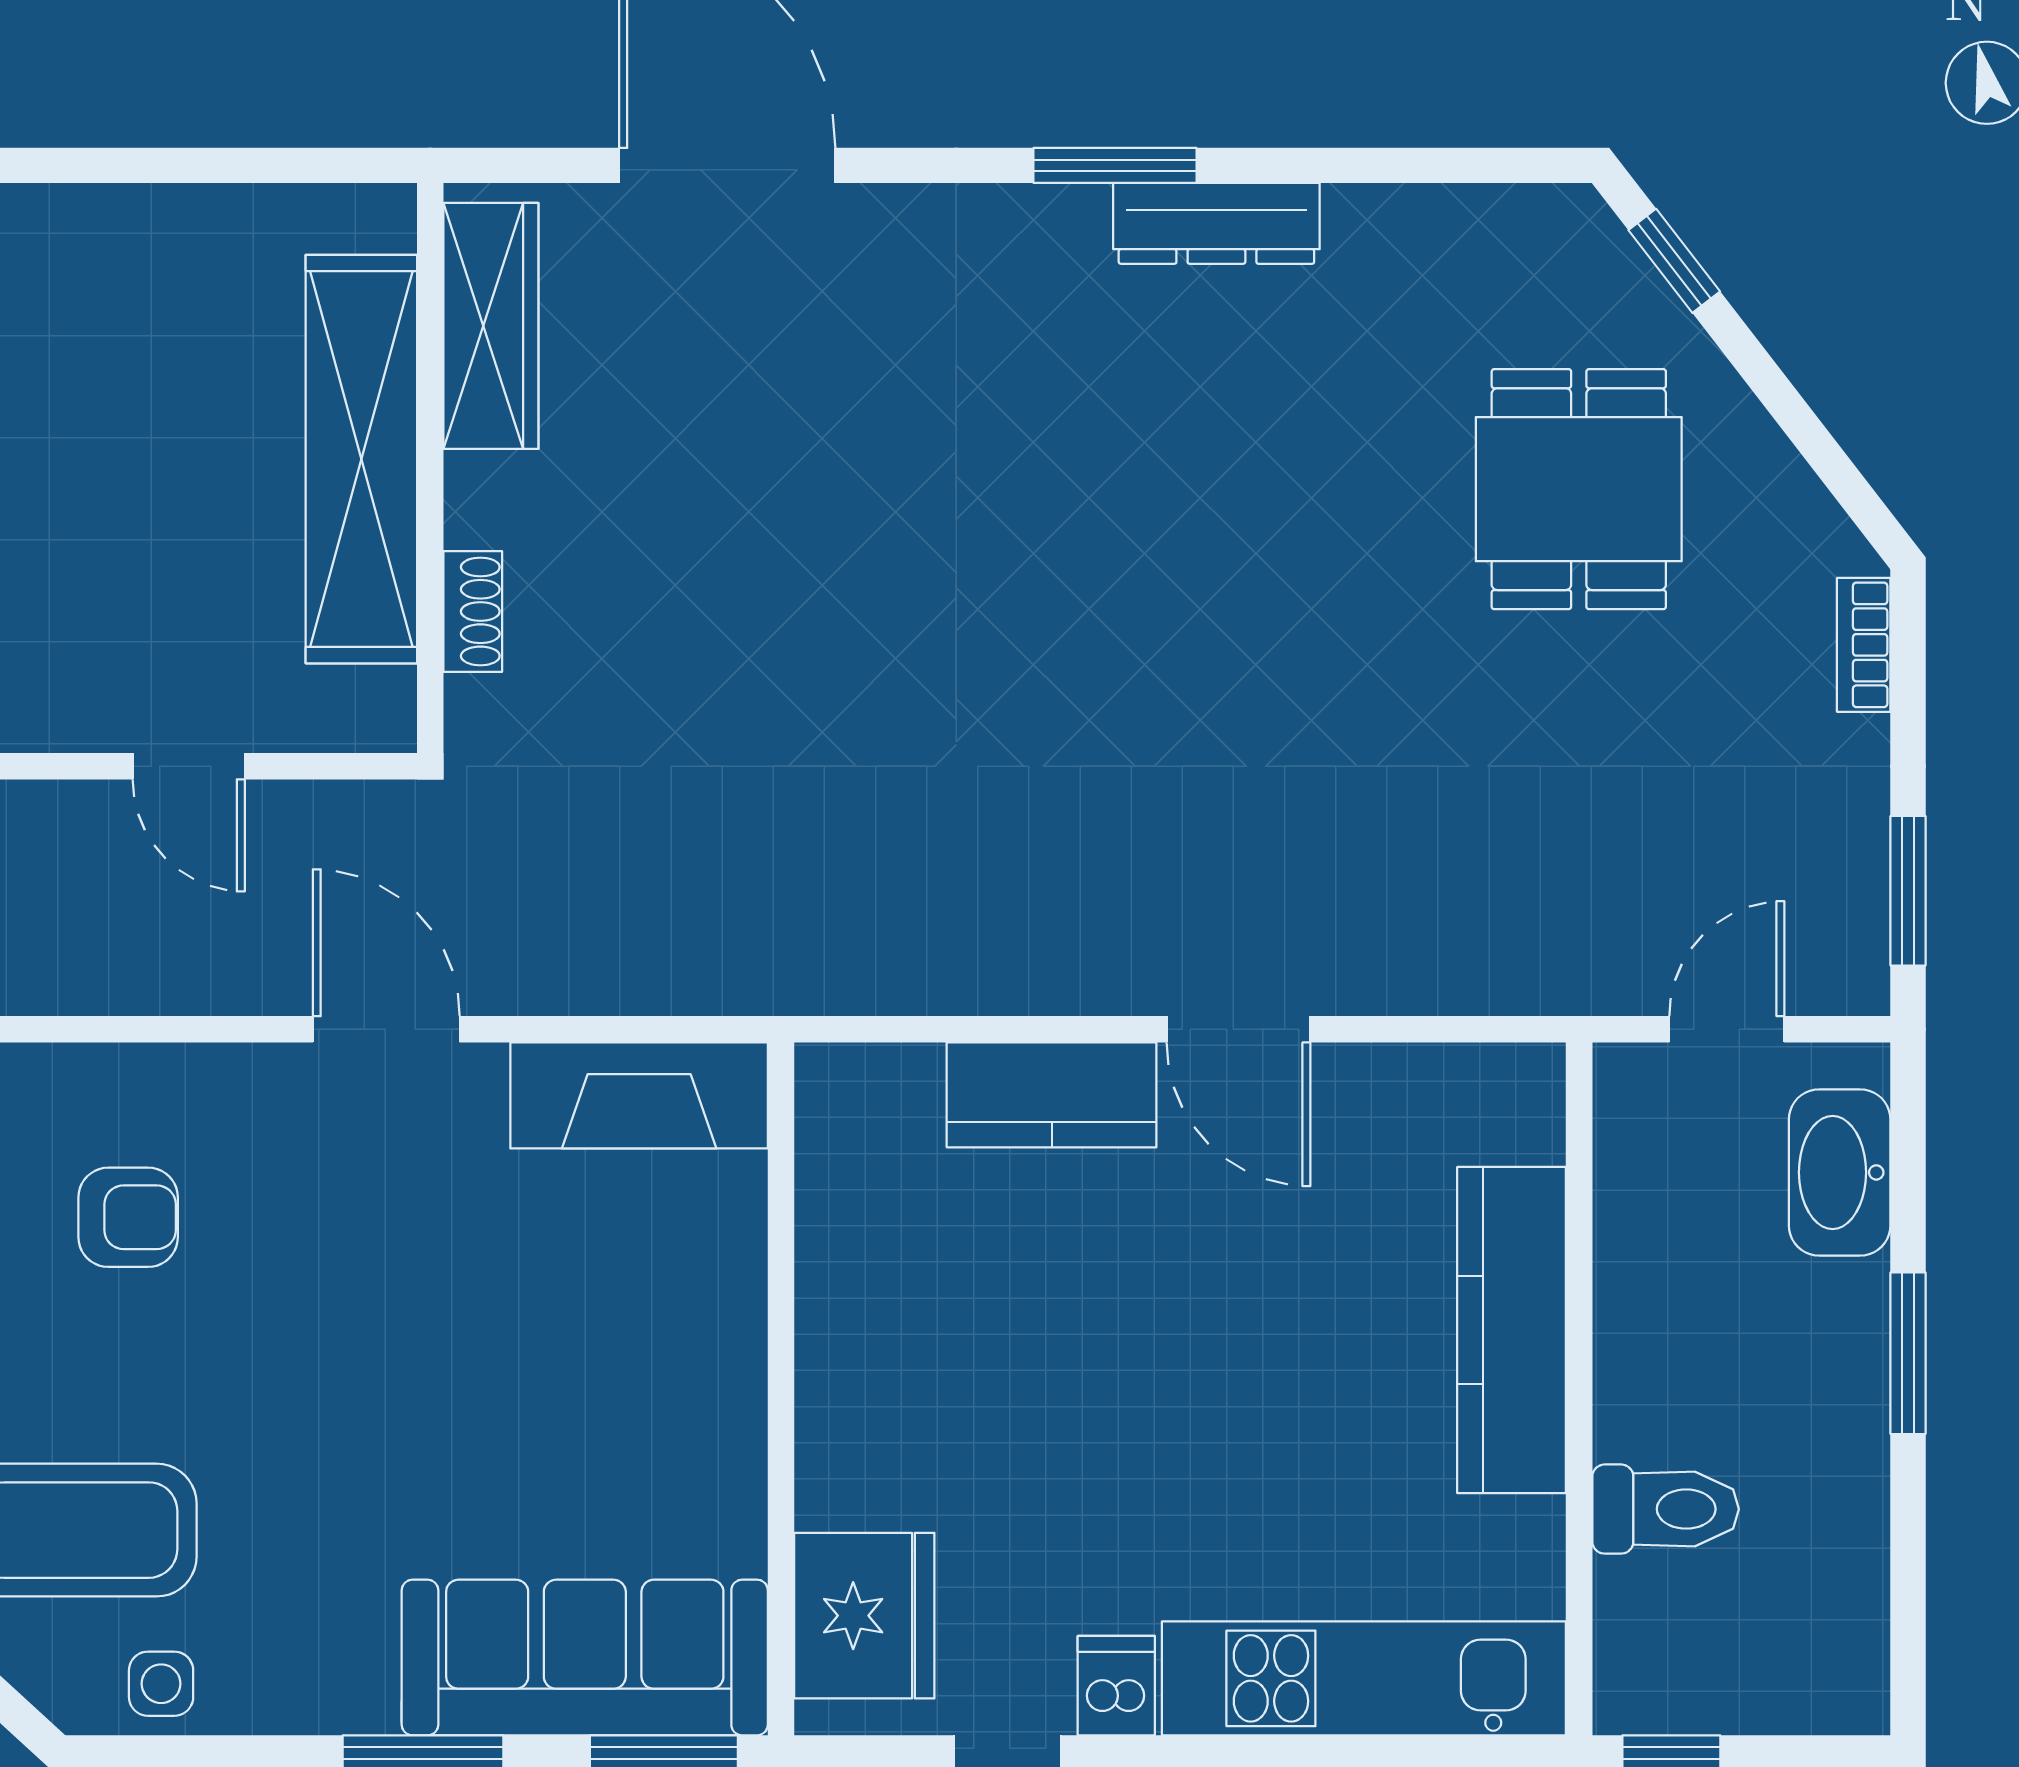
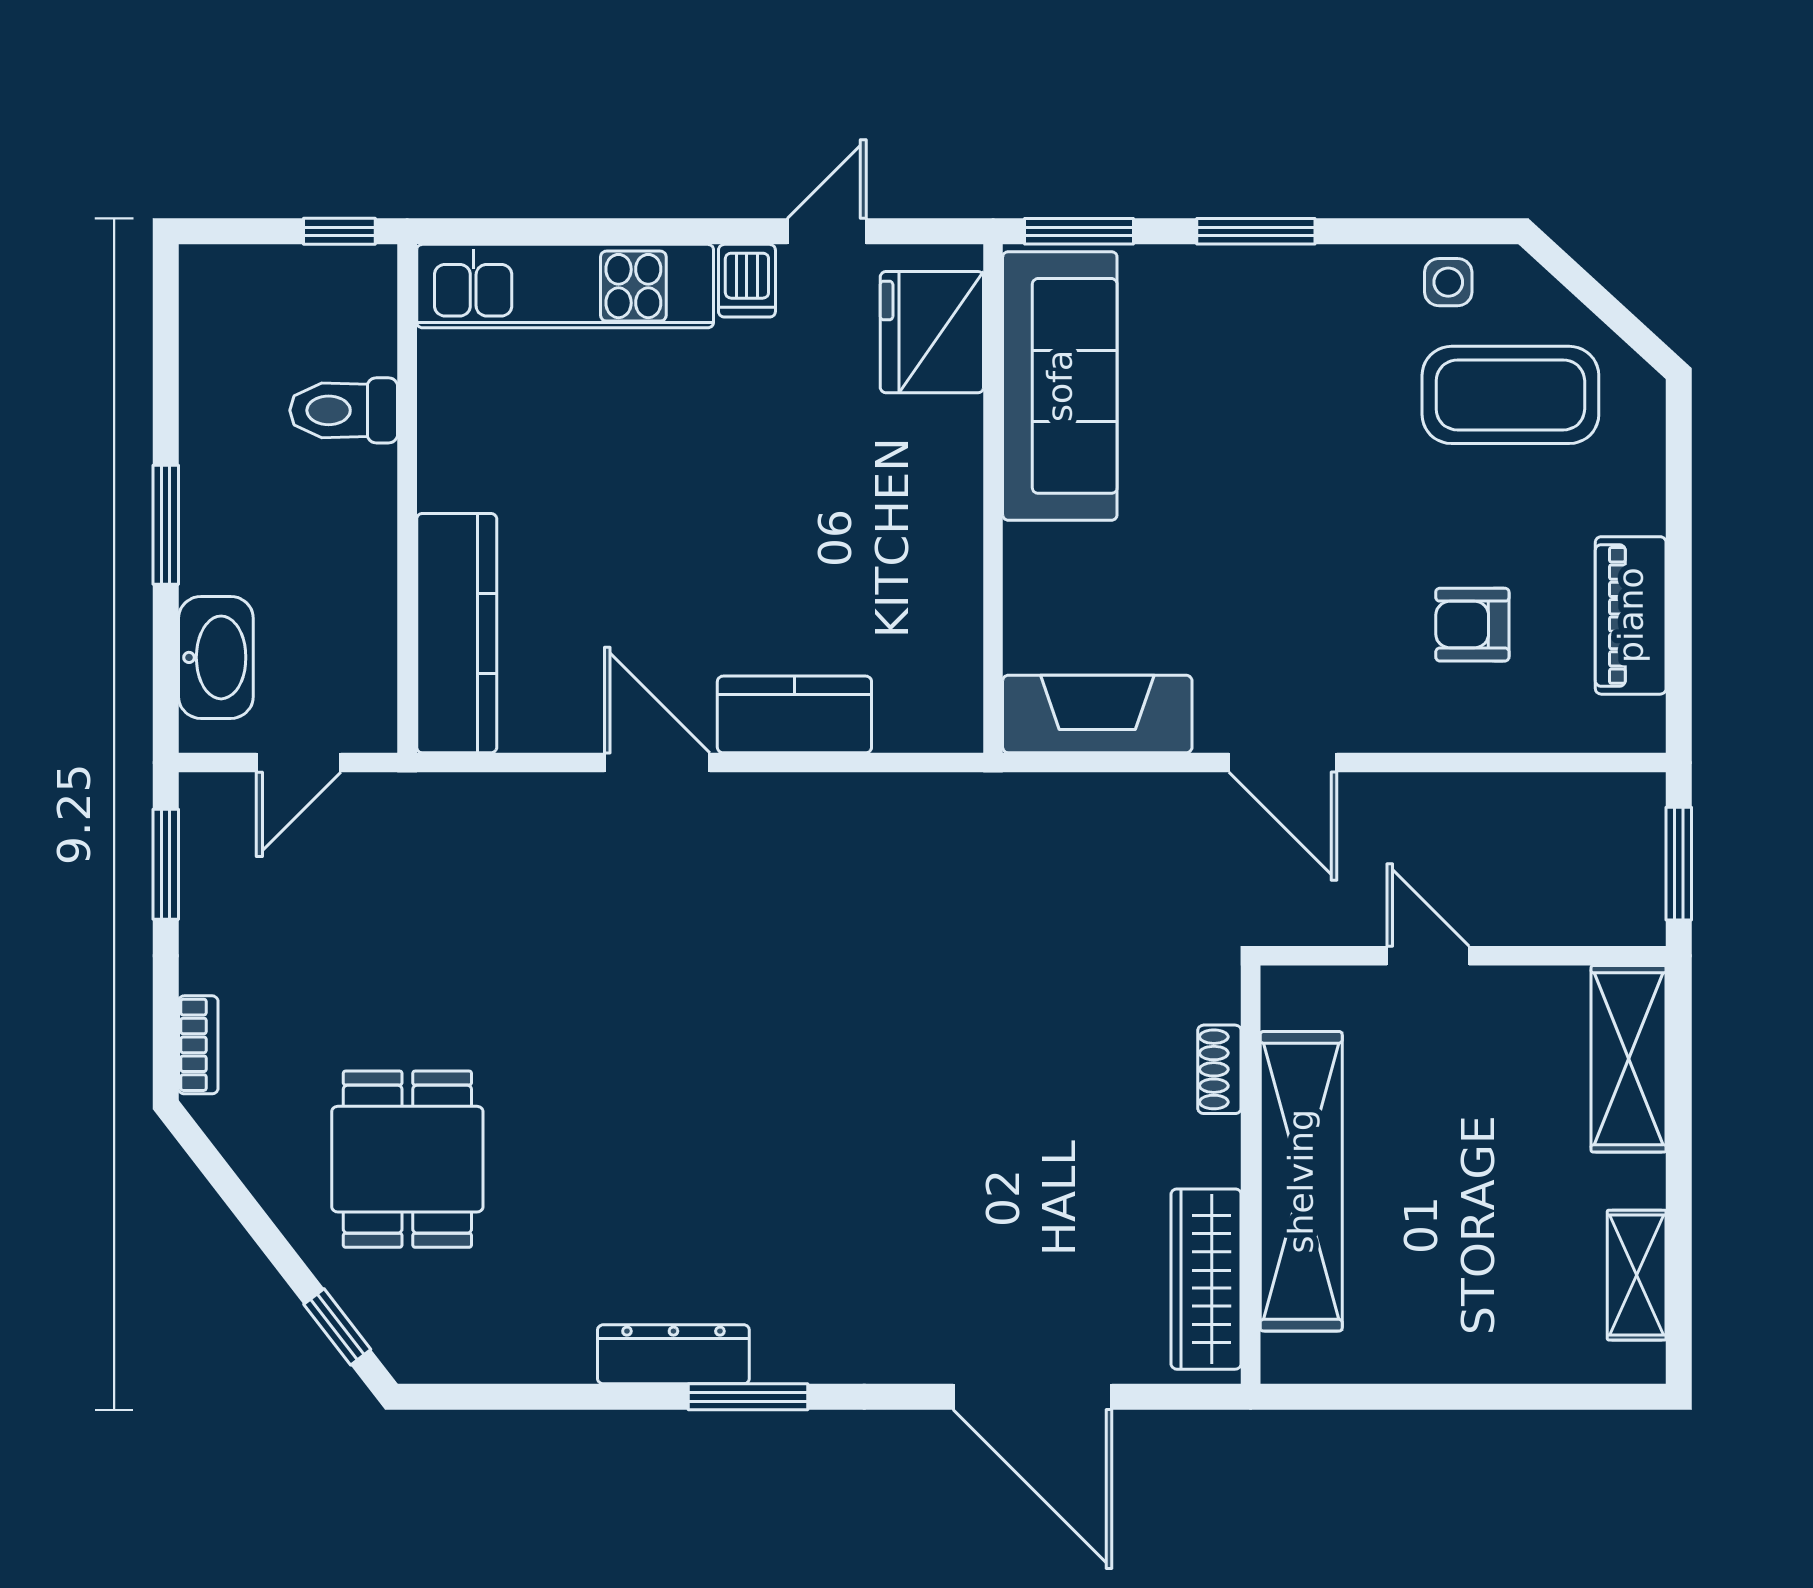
kitchen counter: (1512, 1330) -> (457, 633), moved
sofa: (585, 1657) -> (1060, 386), moved, turned -90

